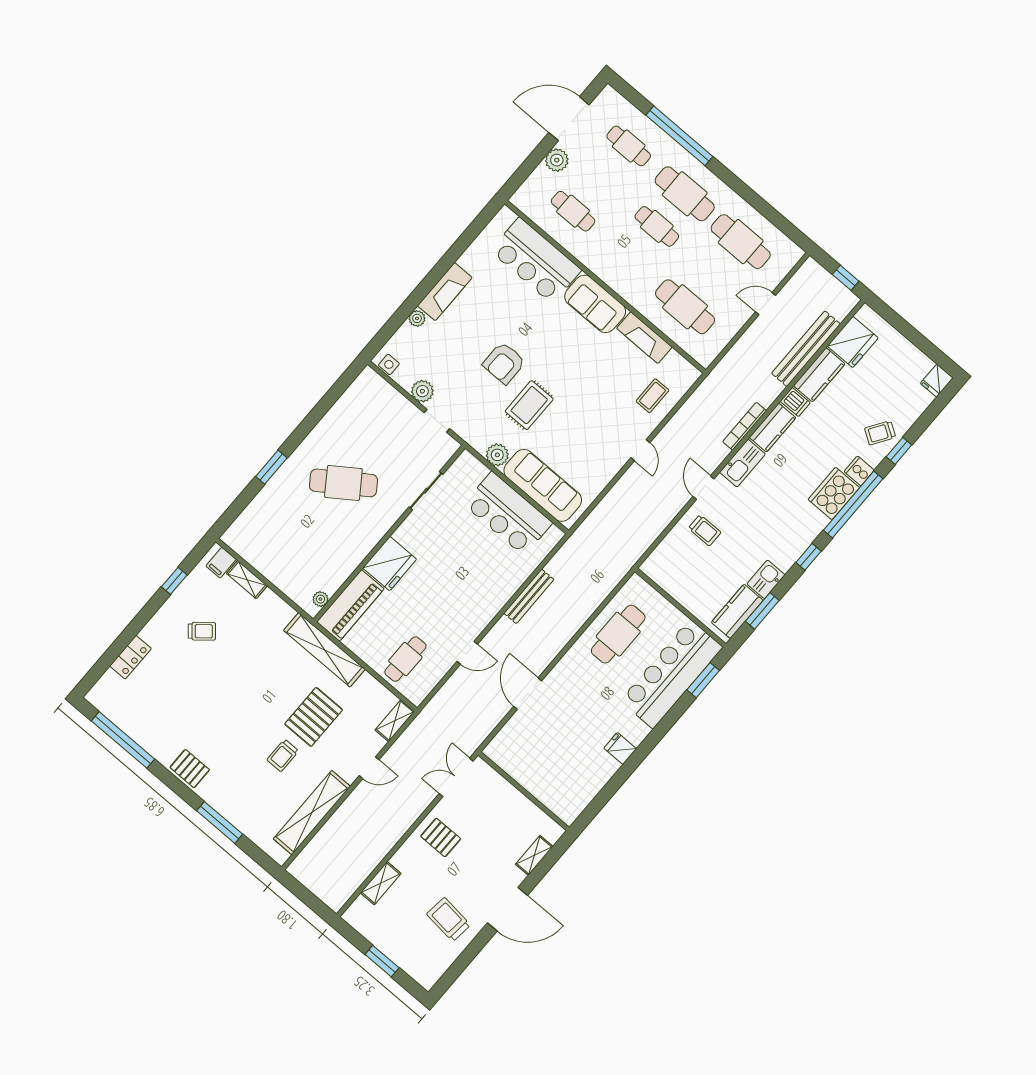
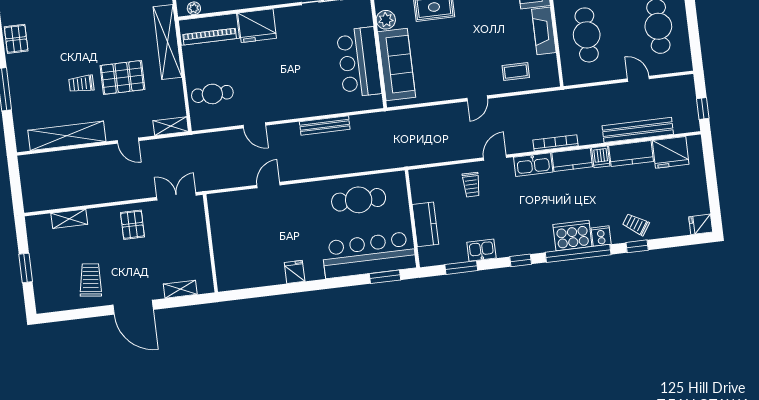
kitchen counter: (737, 611) -> (425, 224), moved, turned 90
door: (528, 694) -> (268, 185), width x0.73

